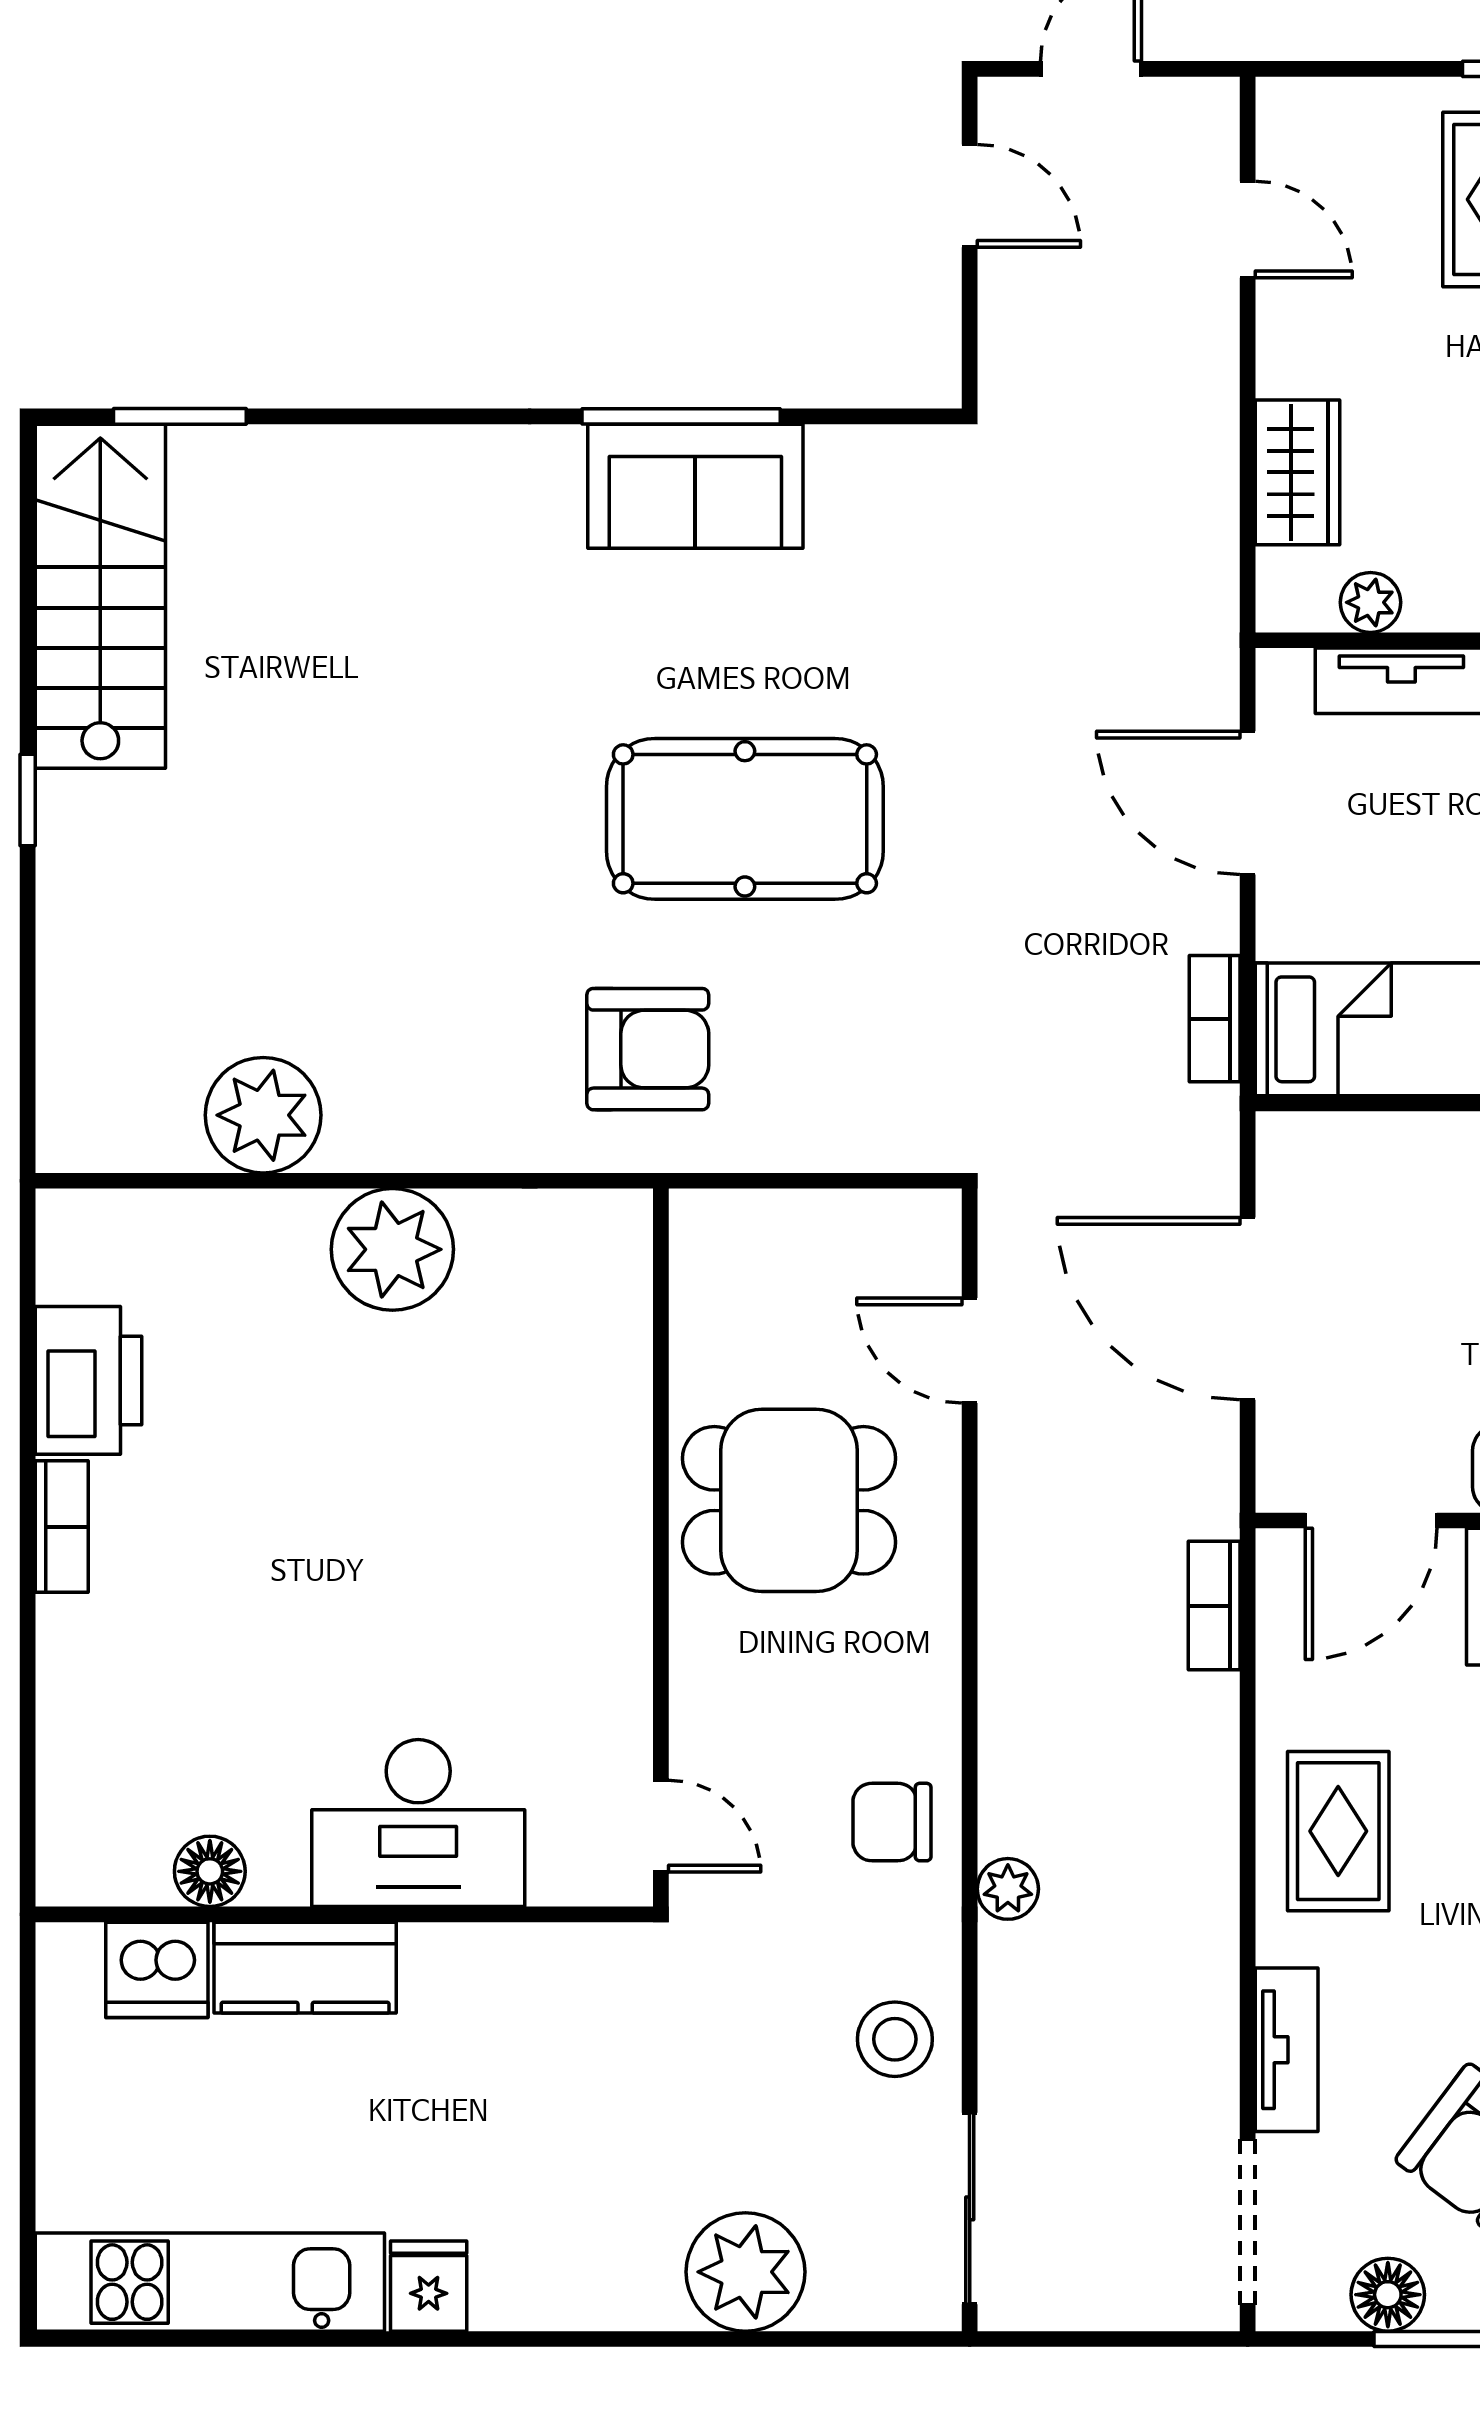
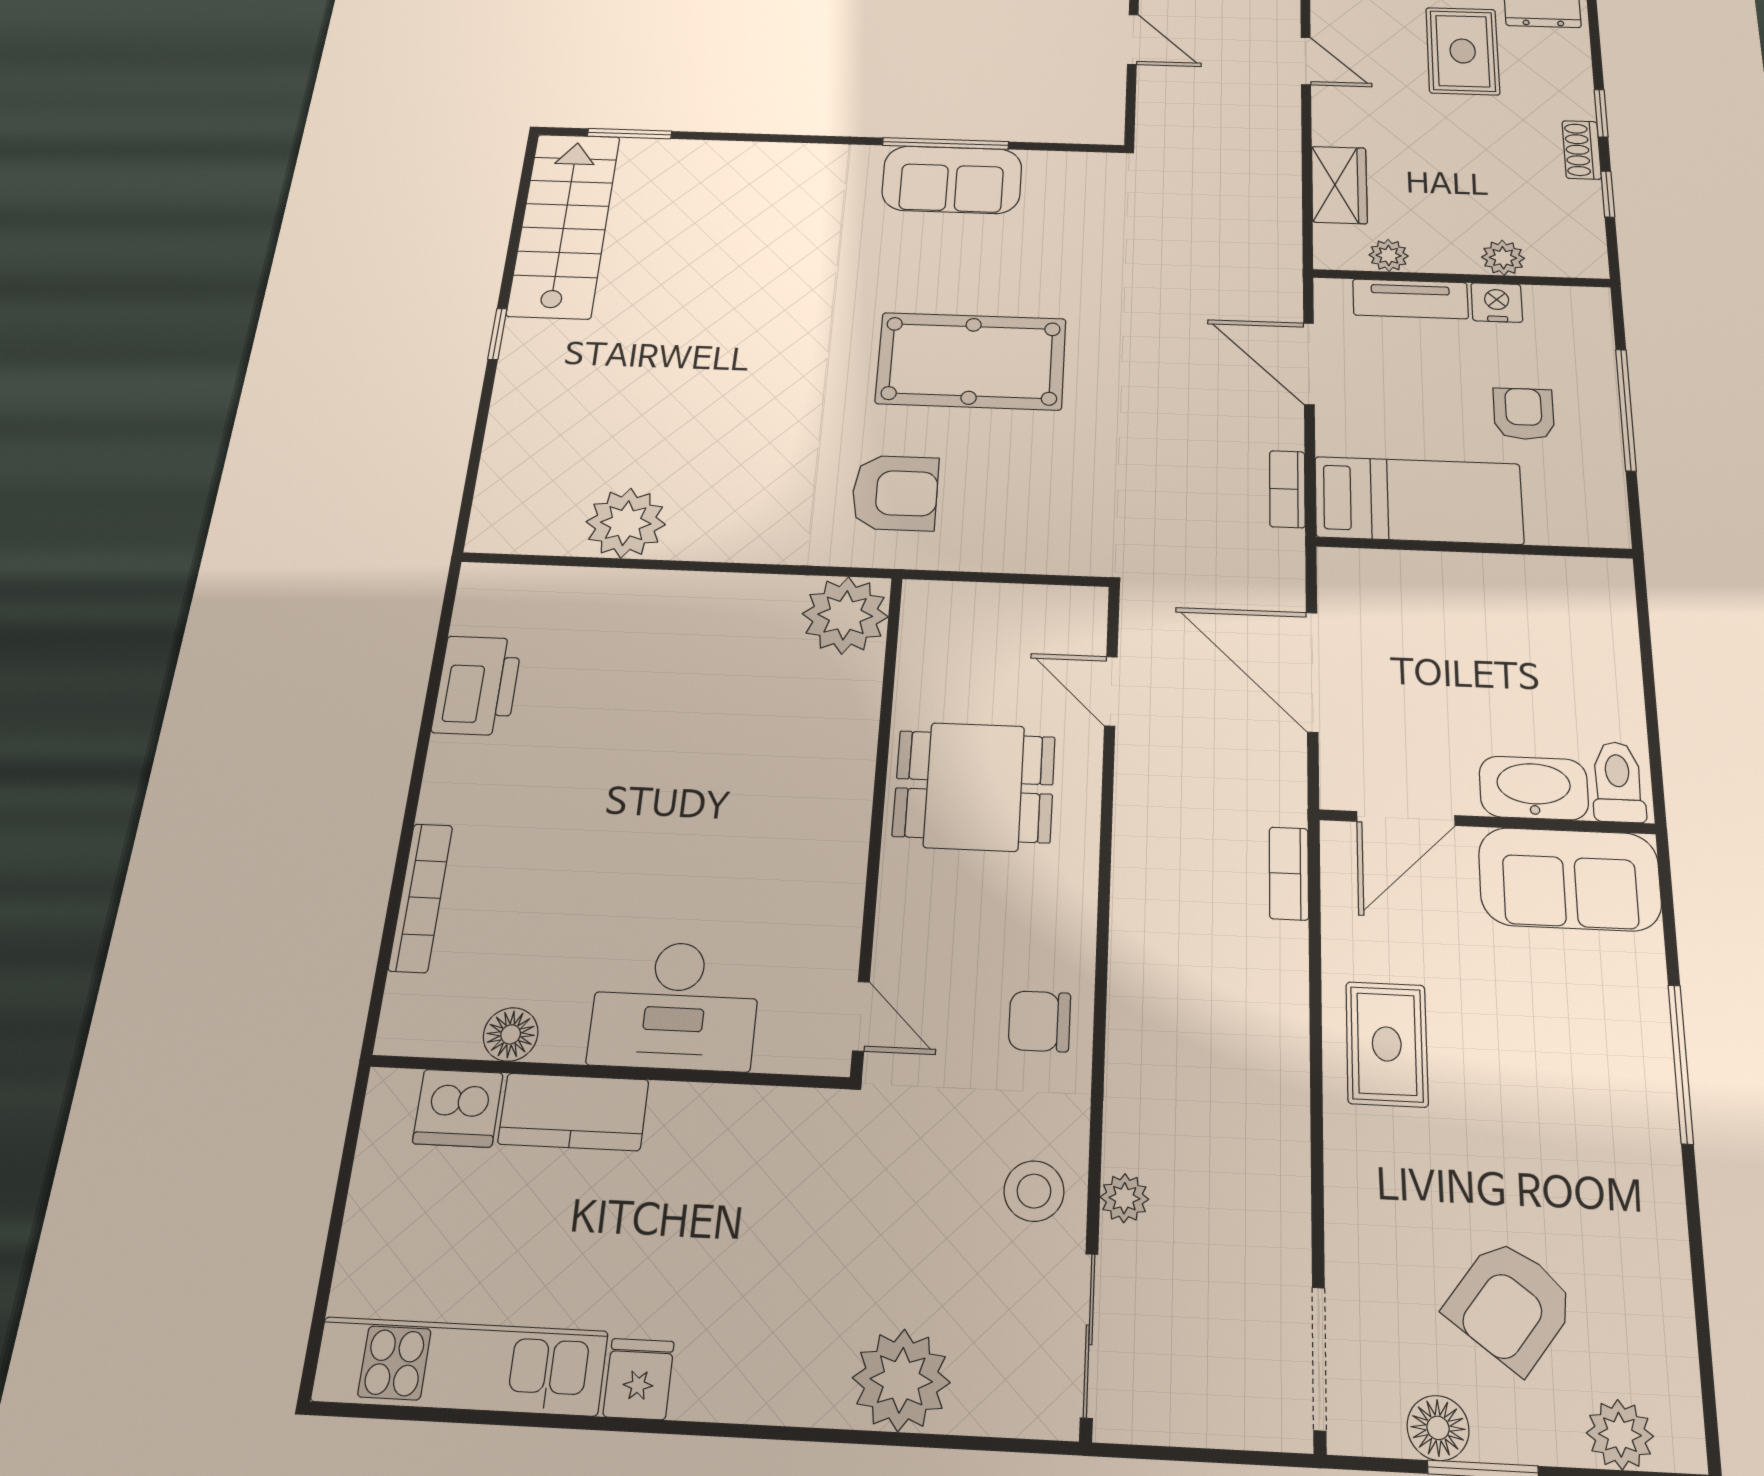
plant: (392, 1249) -> (845, 615), moved
bookcase: (62, 1527) -> (421, 897), moved, width x1.56
plant: (1008, 1889) -> (1124, 1198), moved
tv unit: (1287, 2050) -> (1349, 1215), removed

